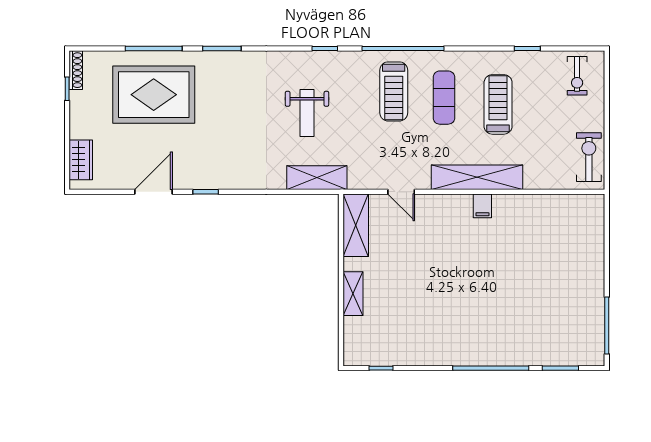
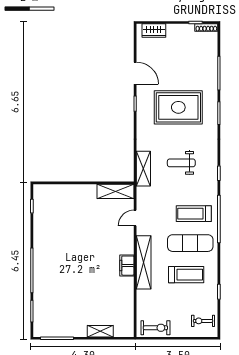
rug: (154, 95) -> (178, 107), moved, turned 90
exercise mat: (444, 98) -> (190, 243), width x1.36, depth x1.45
filing cabinet: (482, 206) -> (127, 266), width x2.00
shelving: (353, 294) -> (100, 331), moved

